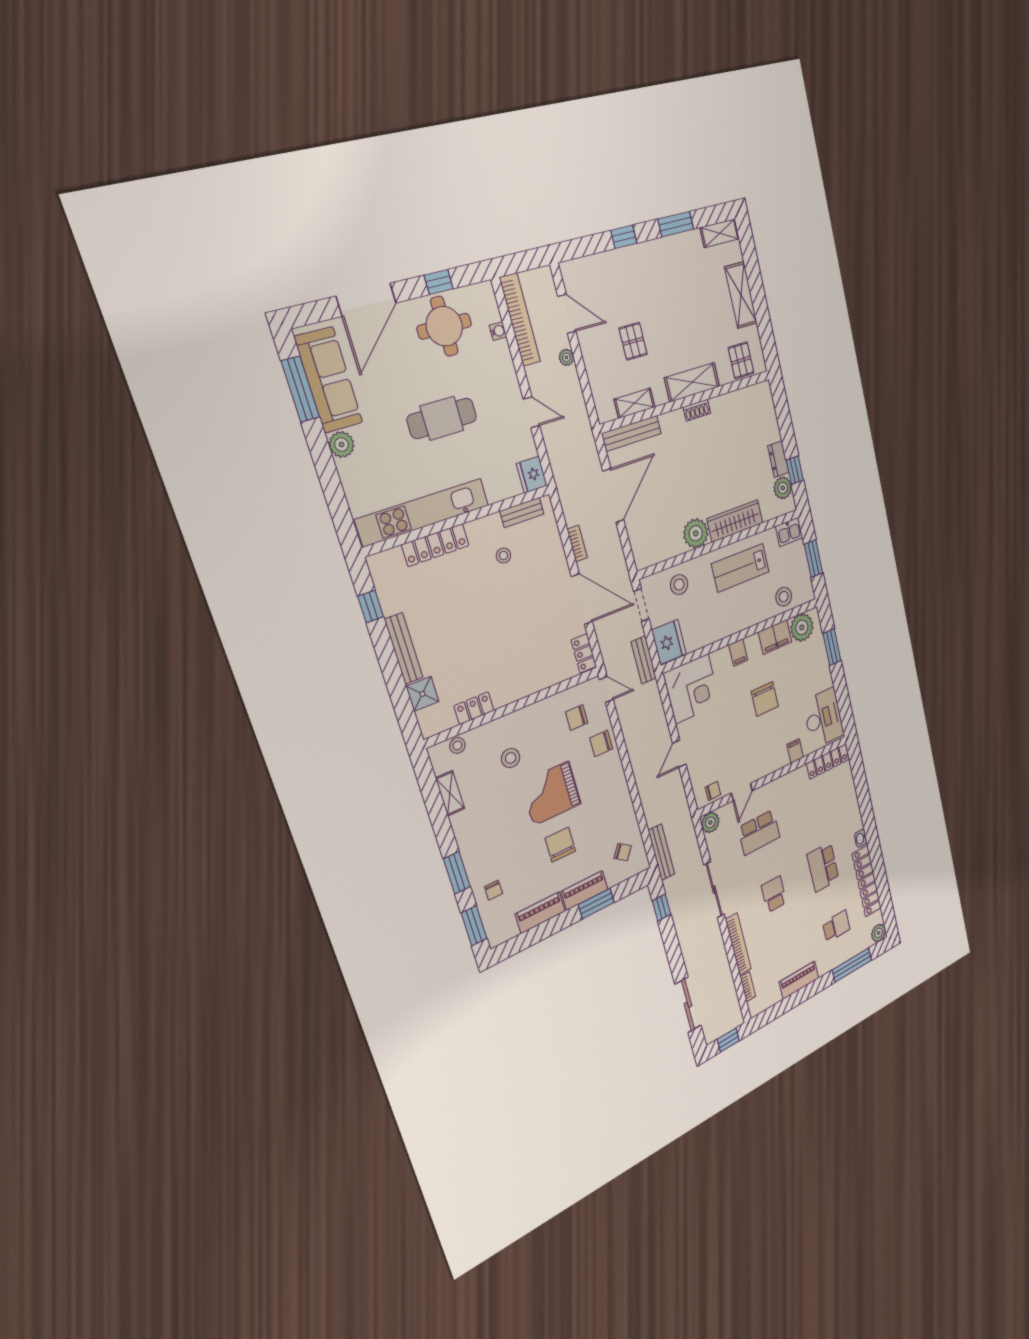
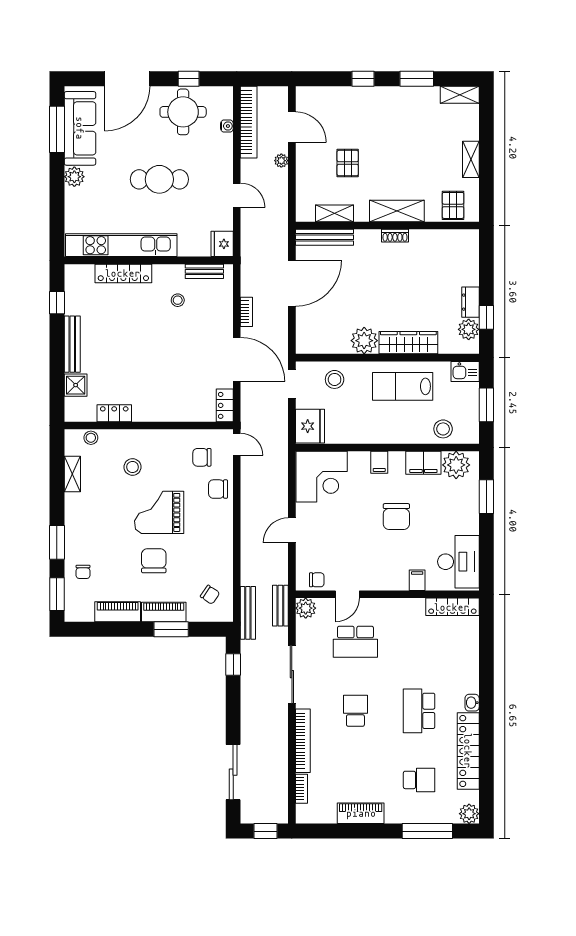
shelving: (741, 295) -> (471, 159), width x0.67, depth x0.75
bench: (644, 660) -> (280, 606), moved

